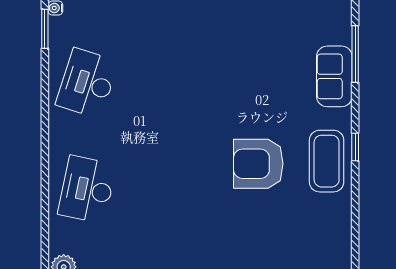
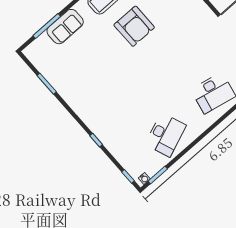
desk: (87, 83) -> (166, 135), turned -39

